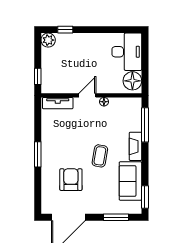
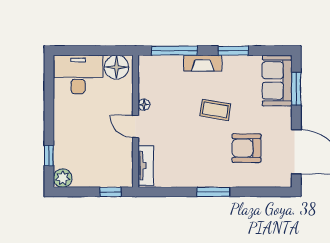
sofa: (130, 181) -> (277, 80), moved, turned 90
window: (145, 197) -> (233, 51), moved

